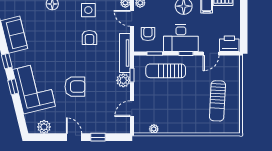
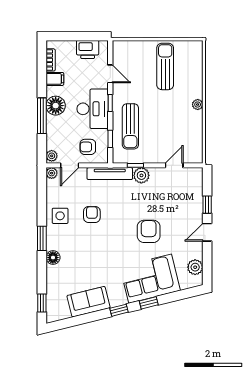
armchair: (89, 38) -> (92, 214), turned -90
printer: (229, 44) -> (88, 50), moved, turned -90
sun lounger: (217, 101) -> (165, 66), turned -93
door: (132, 109) -> (174, 165), swing flipped
plant: (154, 129) -> (198, 105), moved

